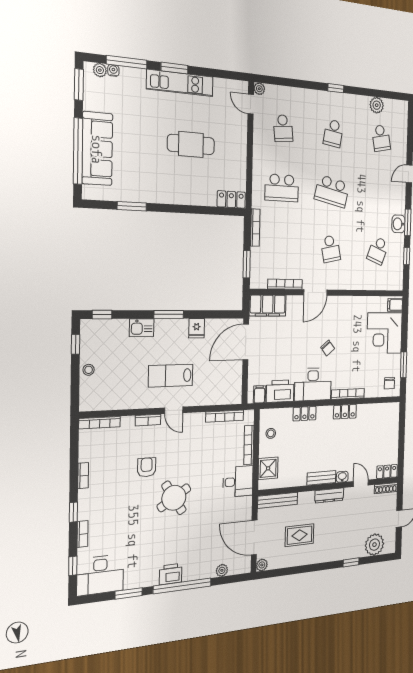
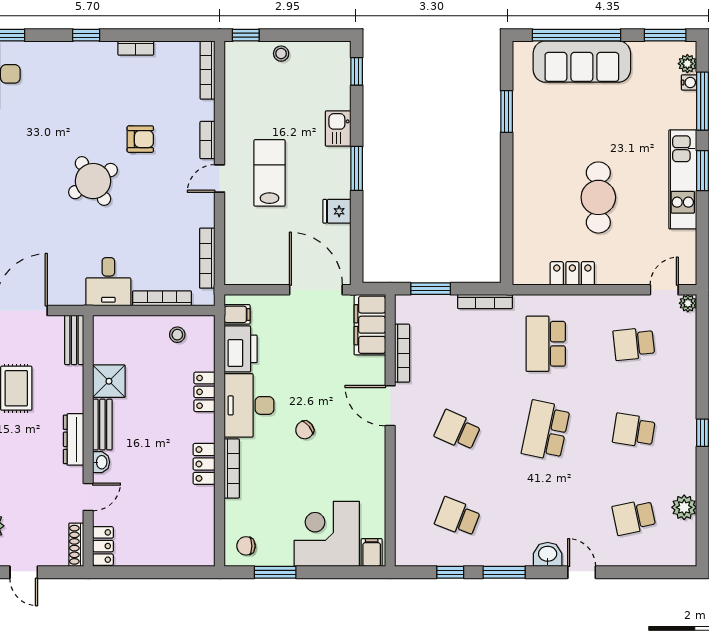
locker: (231, 199) -> (572, 273), moved, turned -90
washbasin: (398, 224) -> (548, 554), moved
school desk: (330, 249) -> (458, 430), turned 36
window: (76, 344) -> (246, 35), moved
shower: (268, 468) -> (109, 381), moved
bench: (278, 500) -> (74, 340), width x0.73
bookcase: (83, 534) -> (55, 48), removed

